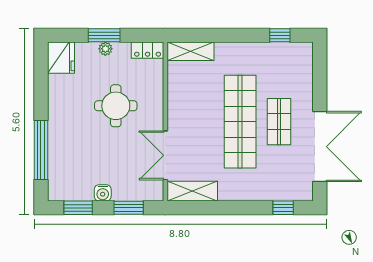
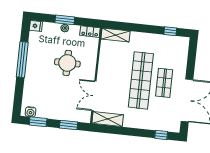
fridge: (61, 58) -> (36, 26), width x0.53, depth x0.75
window: (41, 150) -> (22, 59), moved
water cooler: (103, 193) -> (31, 112), moved

